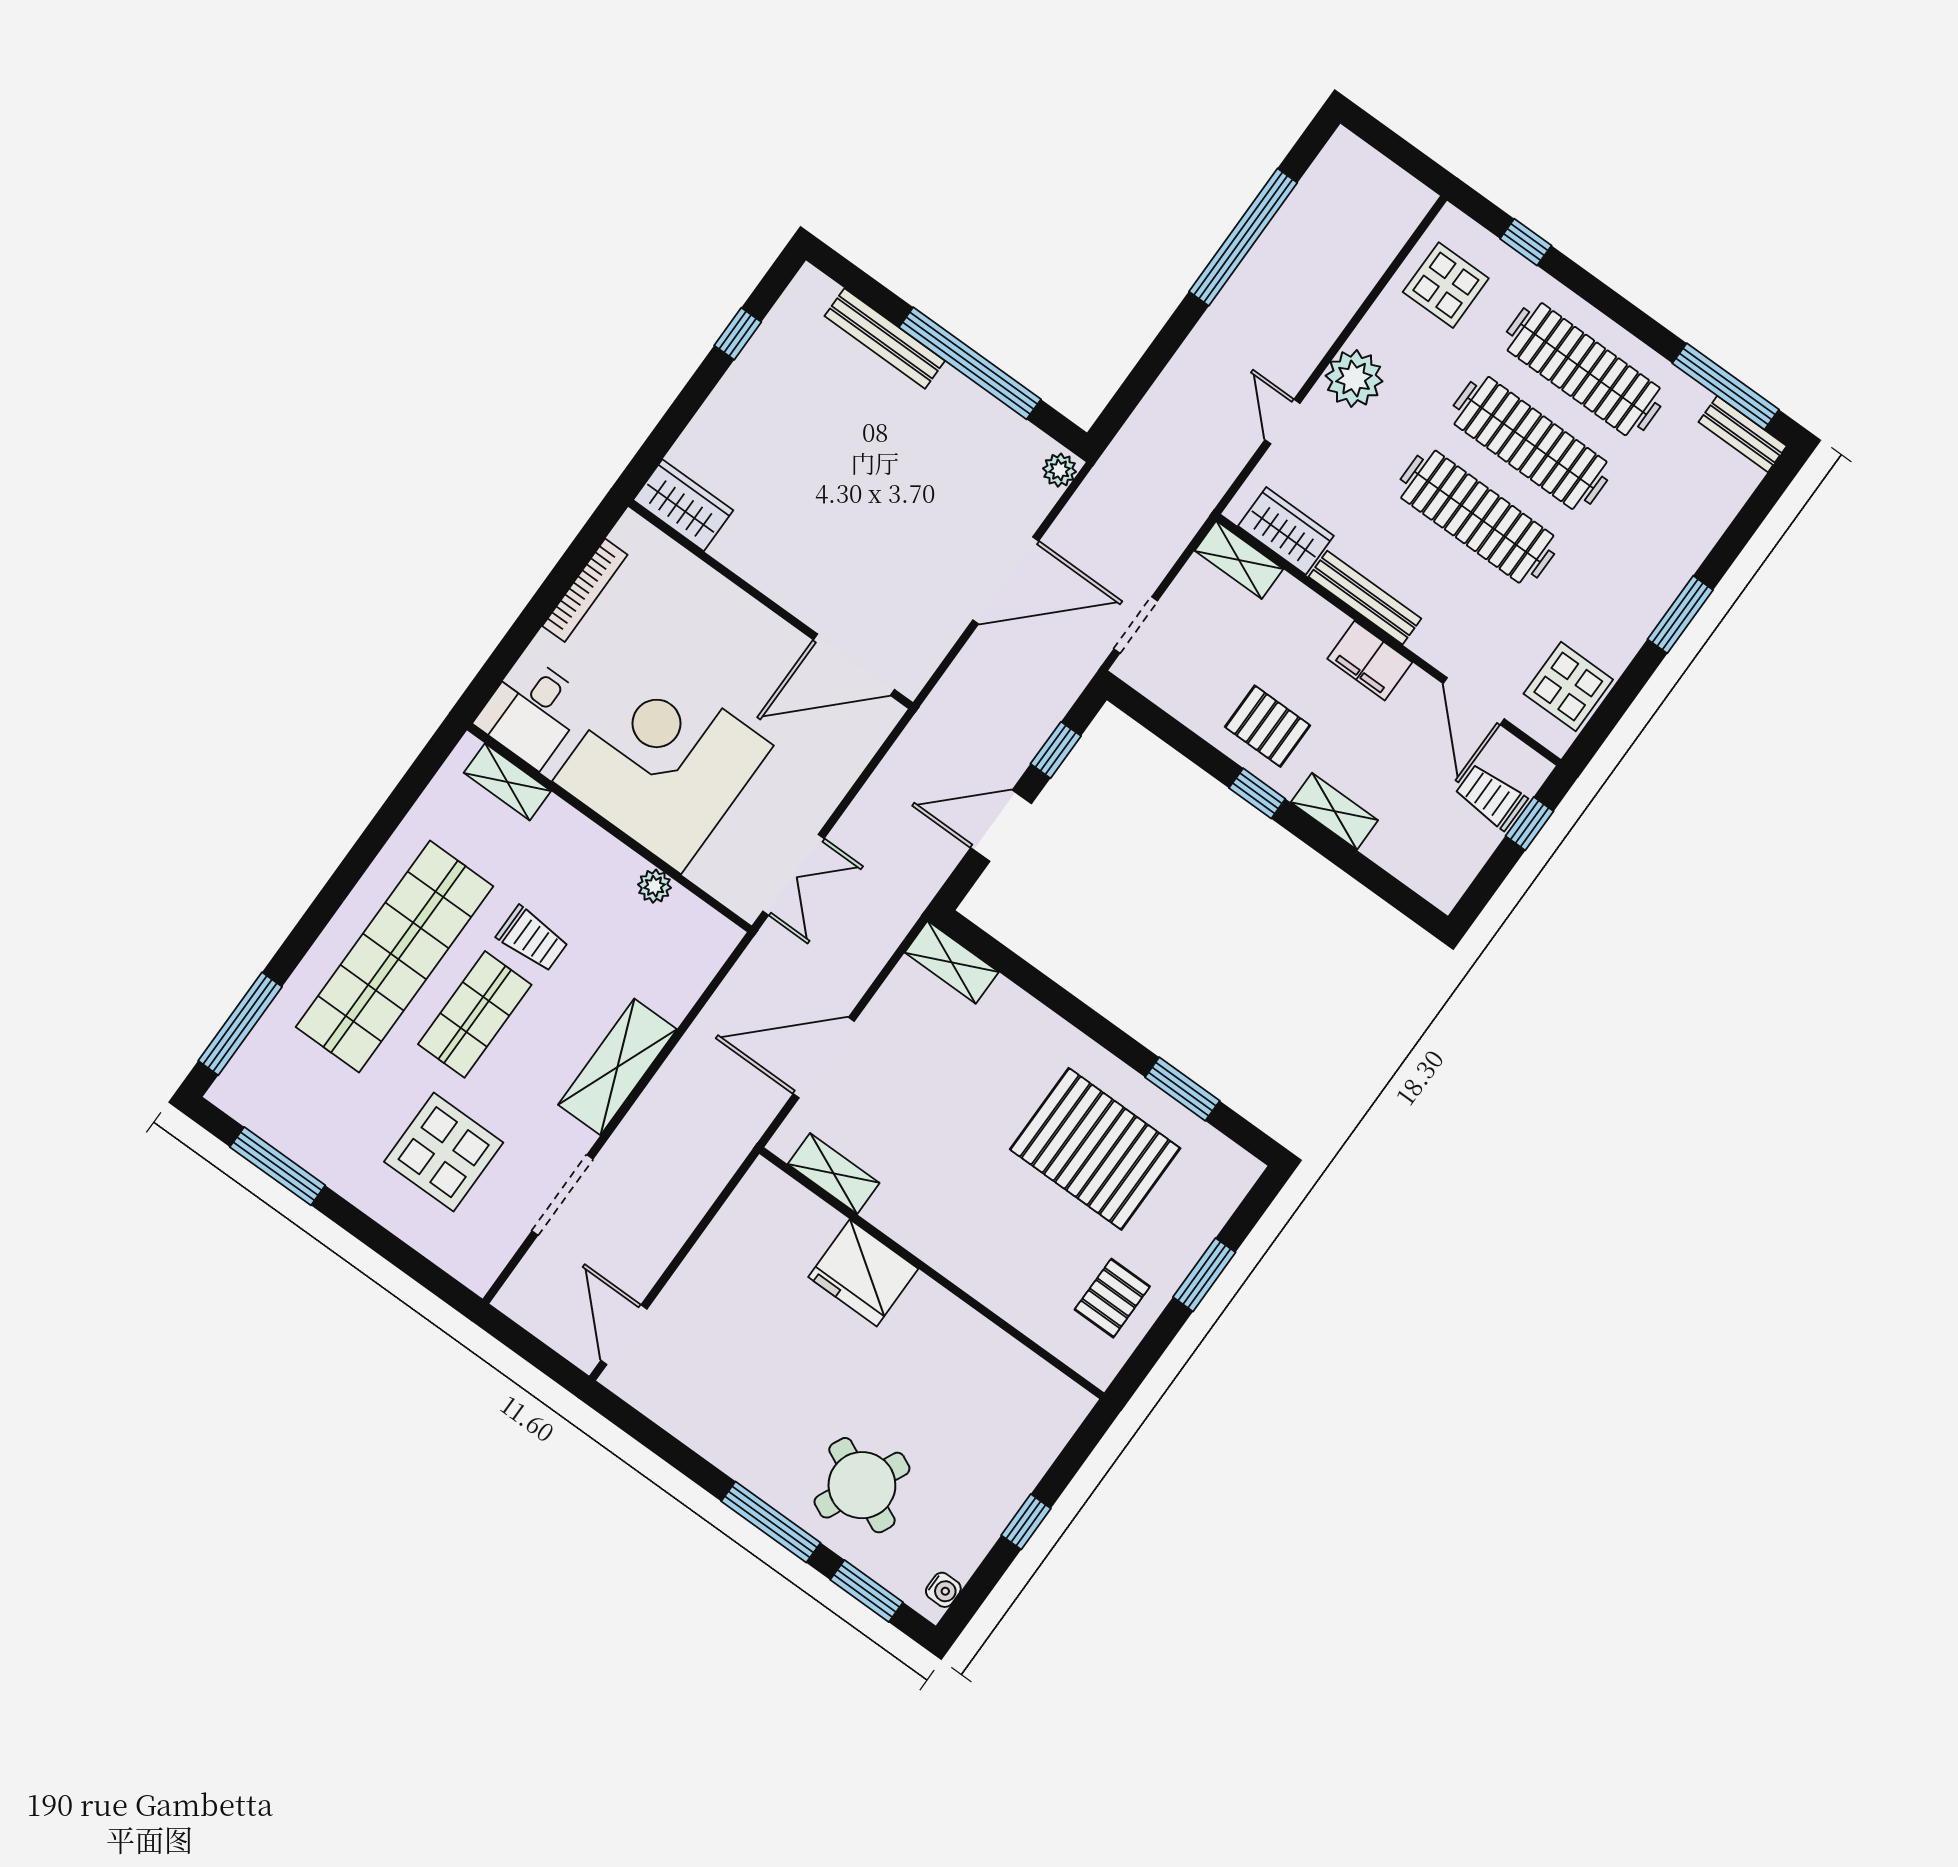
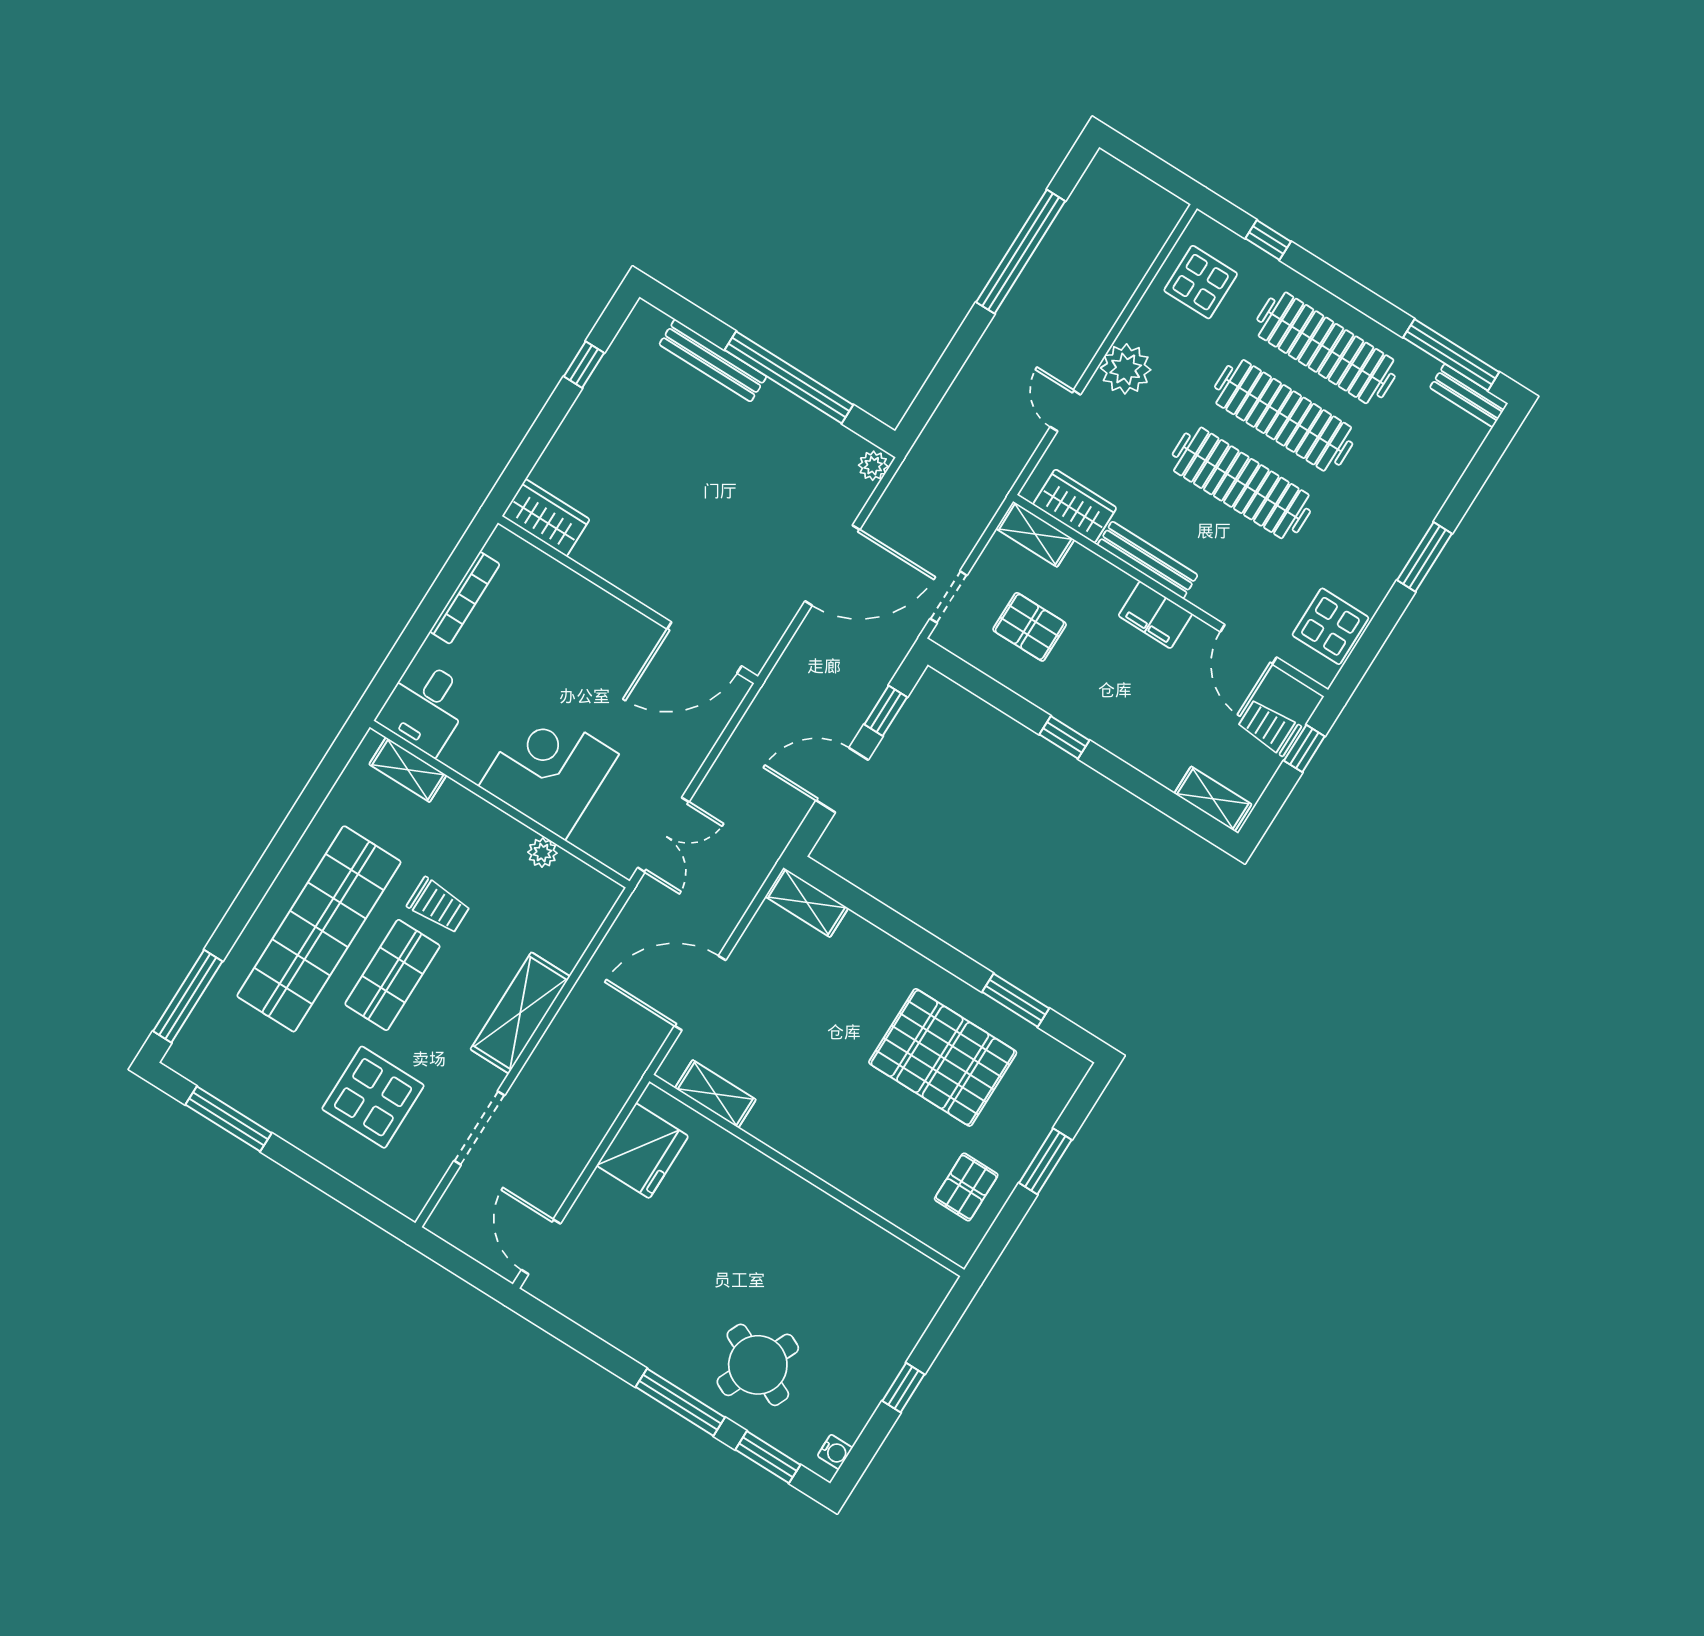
pallet: (1268, 726) -> (1030, 627), moved
corner desk: (663, 763) -> (549, 770), width x0.74, depth x0.74
shelving: (1334, 811) -> (1213, 799), moved
fridge: (863, 1273) -> (642, 1151), moved, turned -90

